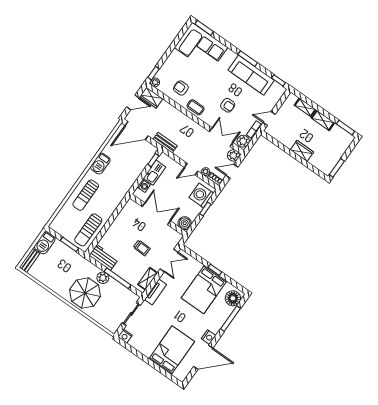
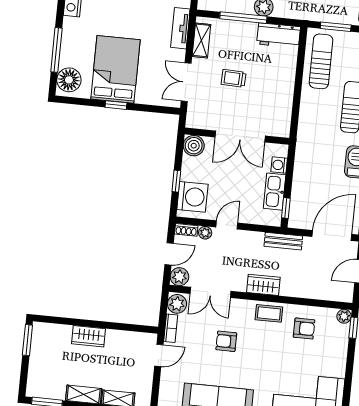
wardrobe: (151, 98) -> (263, 285), moved

